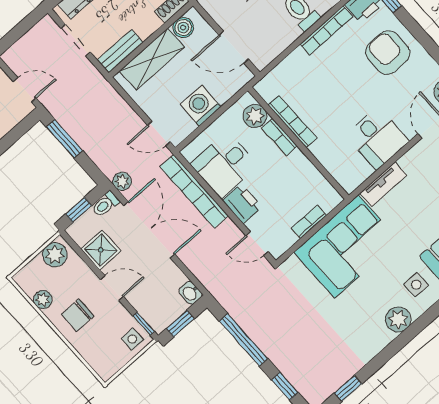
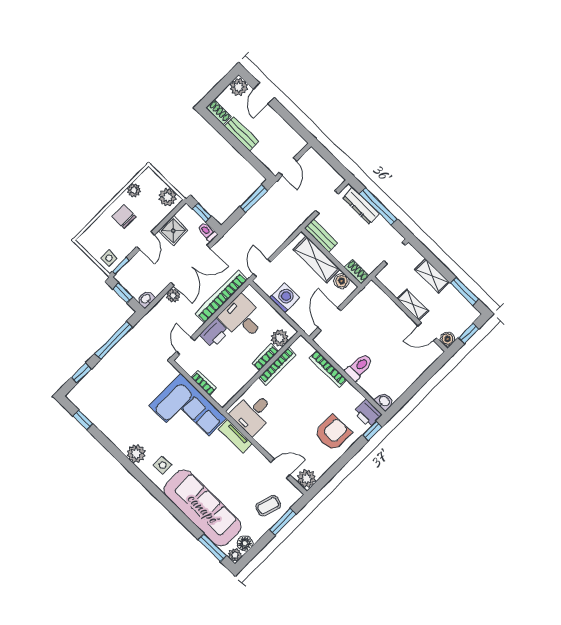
bookcase: (326, 30) -> (328, 369), moved
desk: (377, 138) -> (253, 413), moved
plant: (122, 181) -> (173, 296), moved

